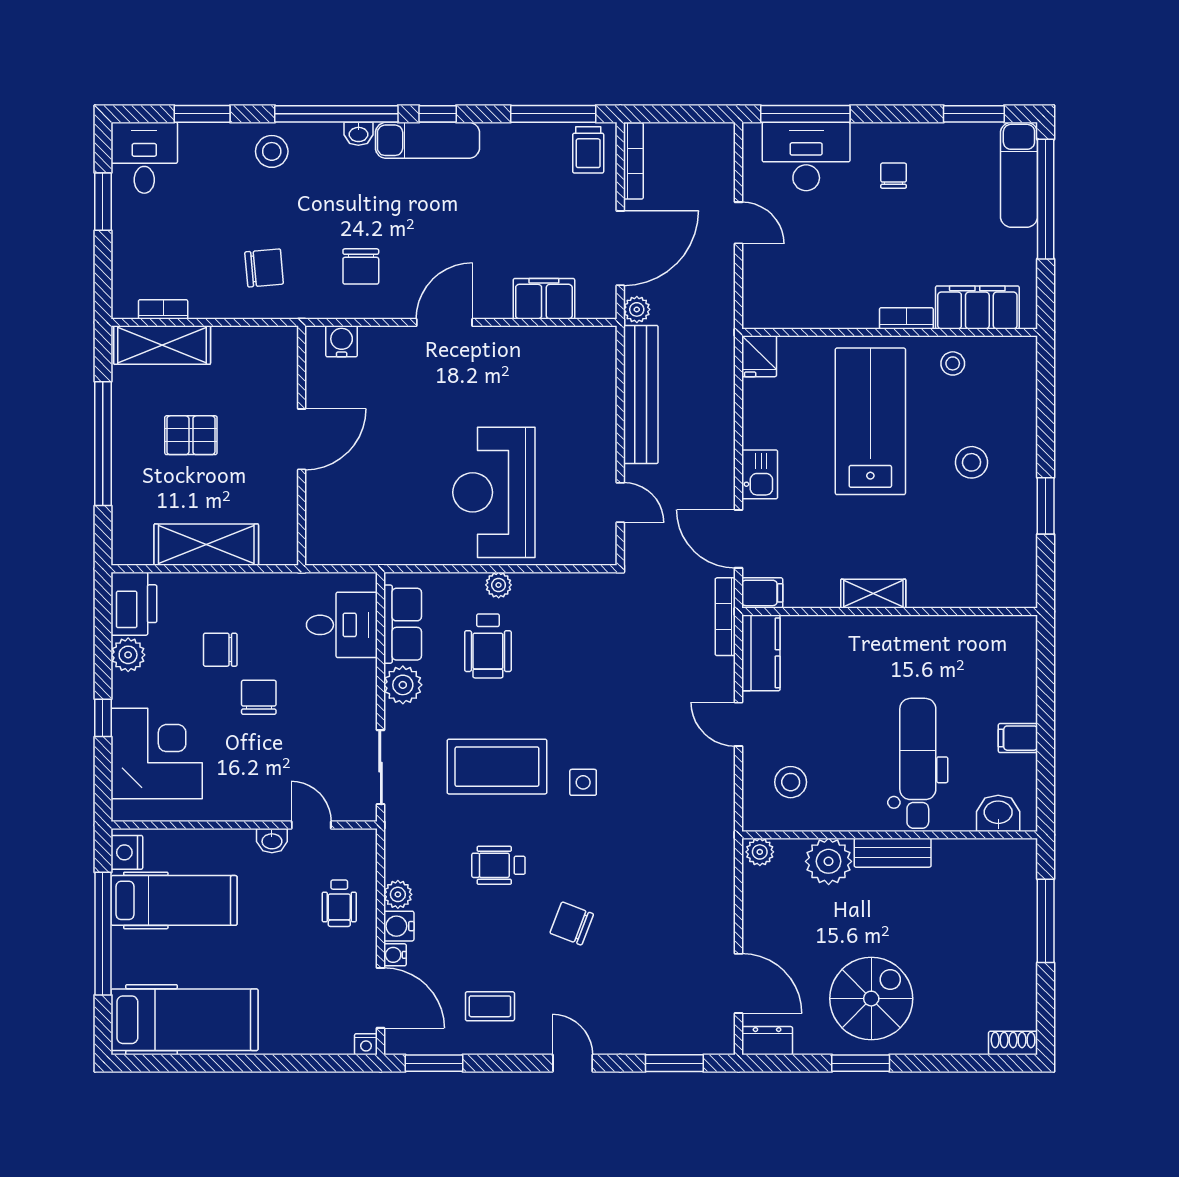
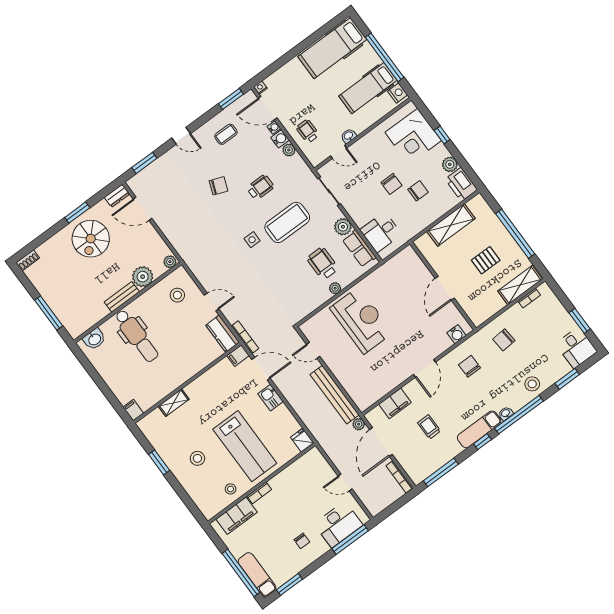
trolley: (588, 150) -> (429, 427), moved
shelving: (873, 594) -> (174, 403), moved
filing cabinet: (1018, 738) -> (133, 410), moved, turned -90

